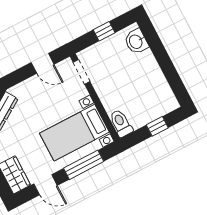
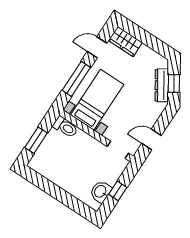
washbasin: (136, 41) -> (101, 192), moved, turned -90
window: (157, 126) -> (36, 140), width x1.50

